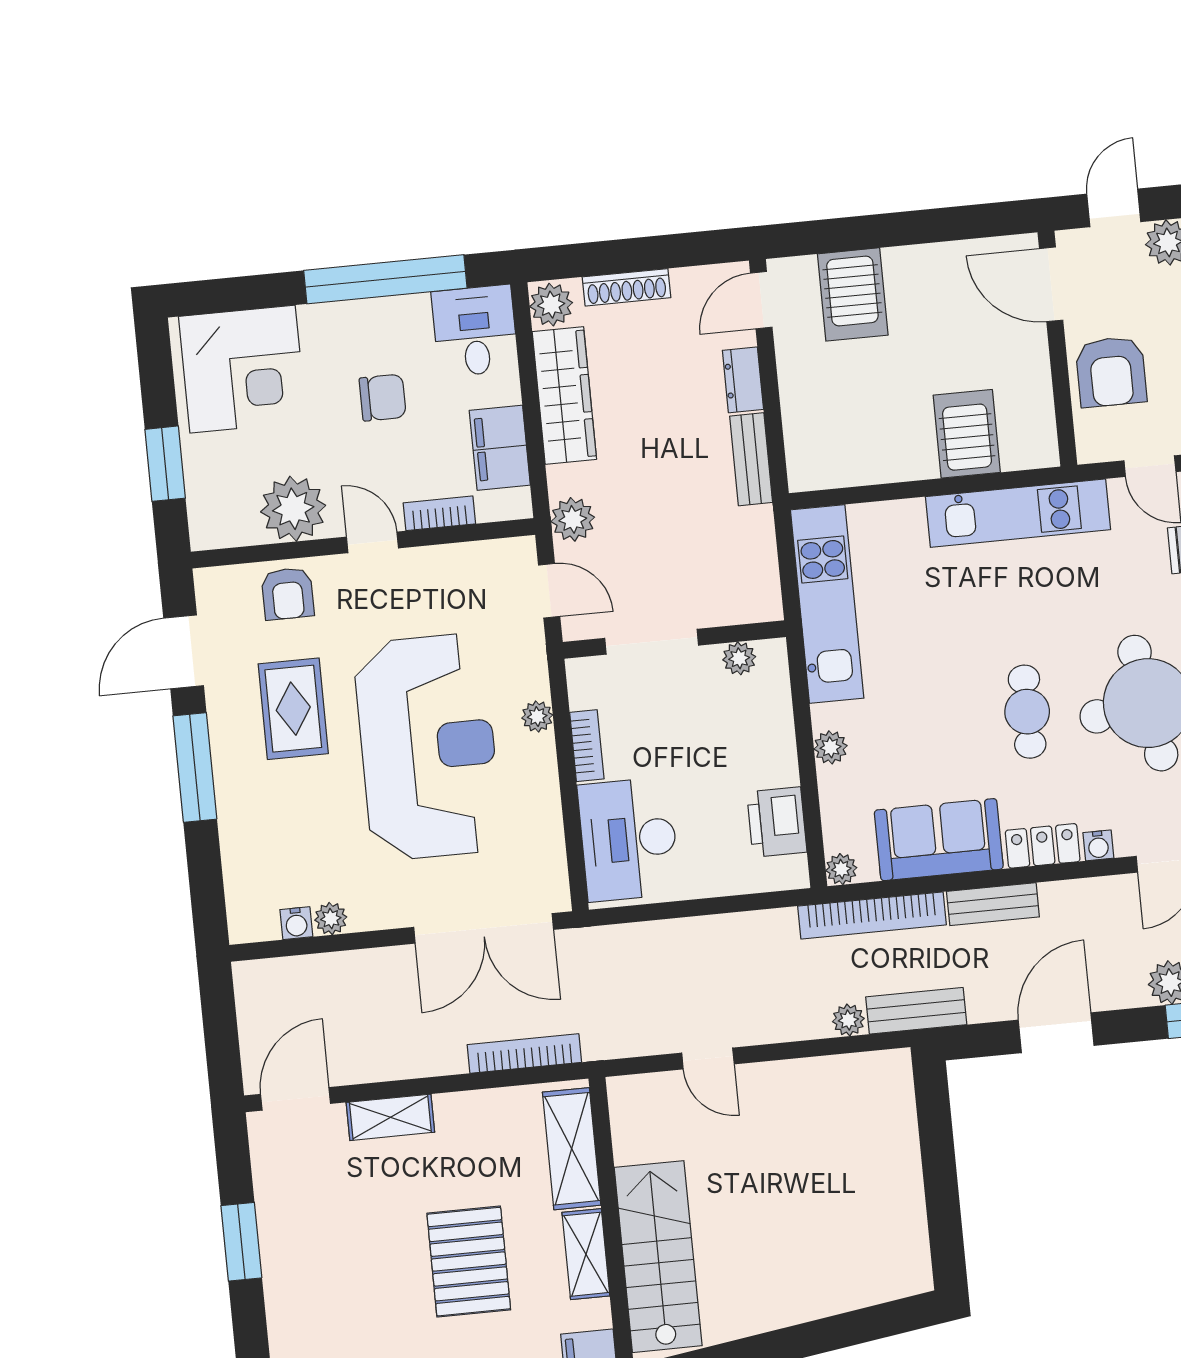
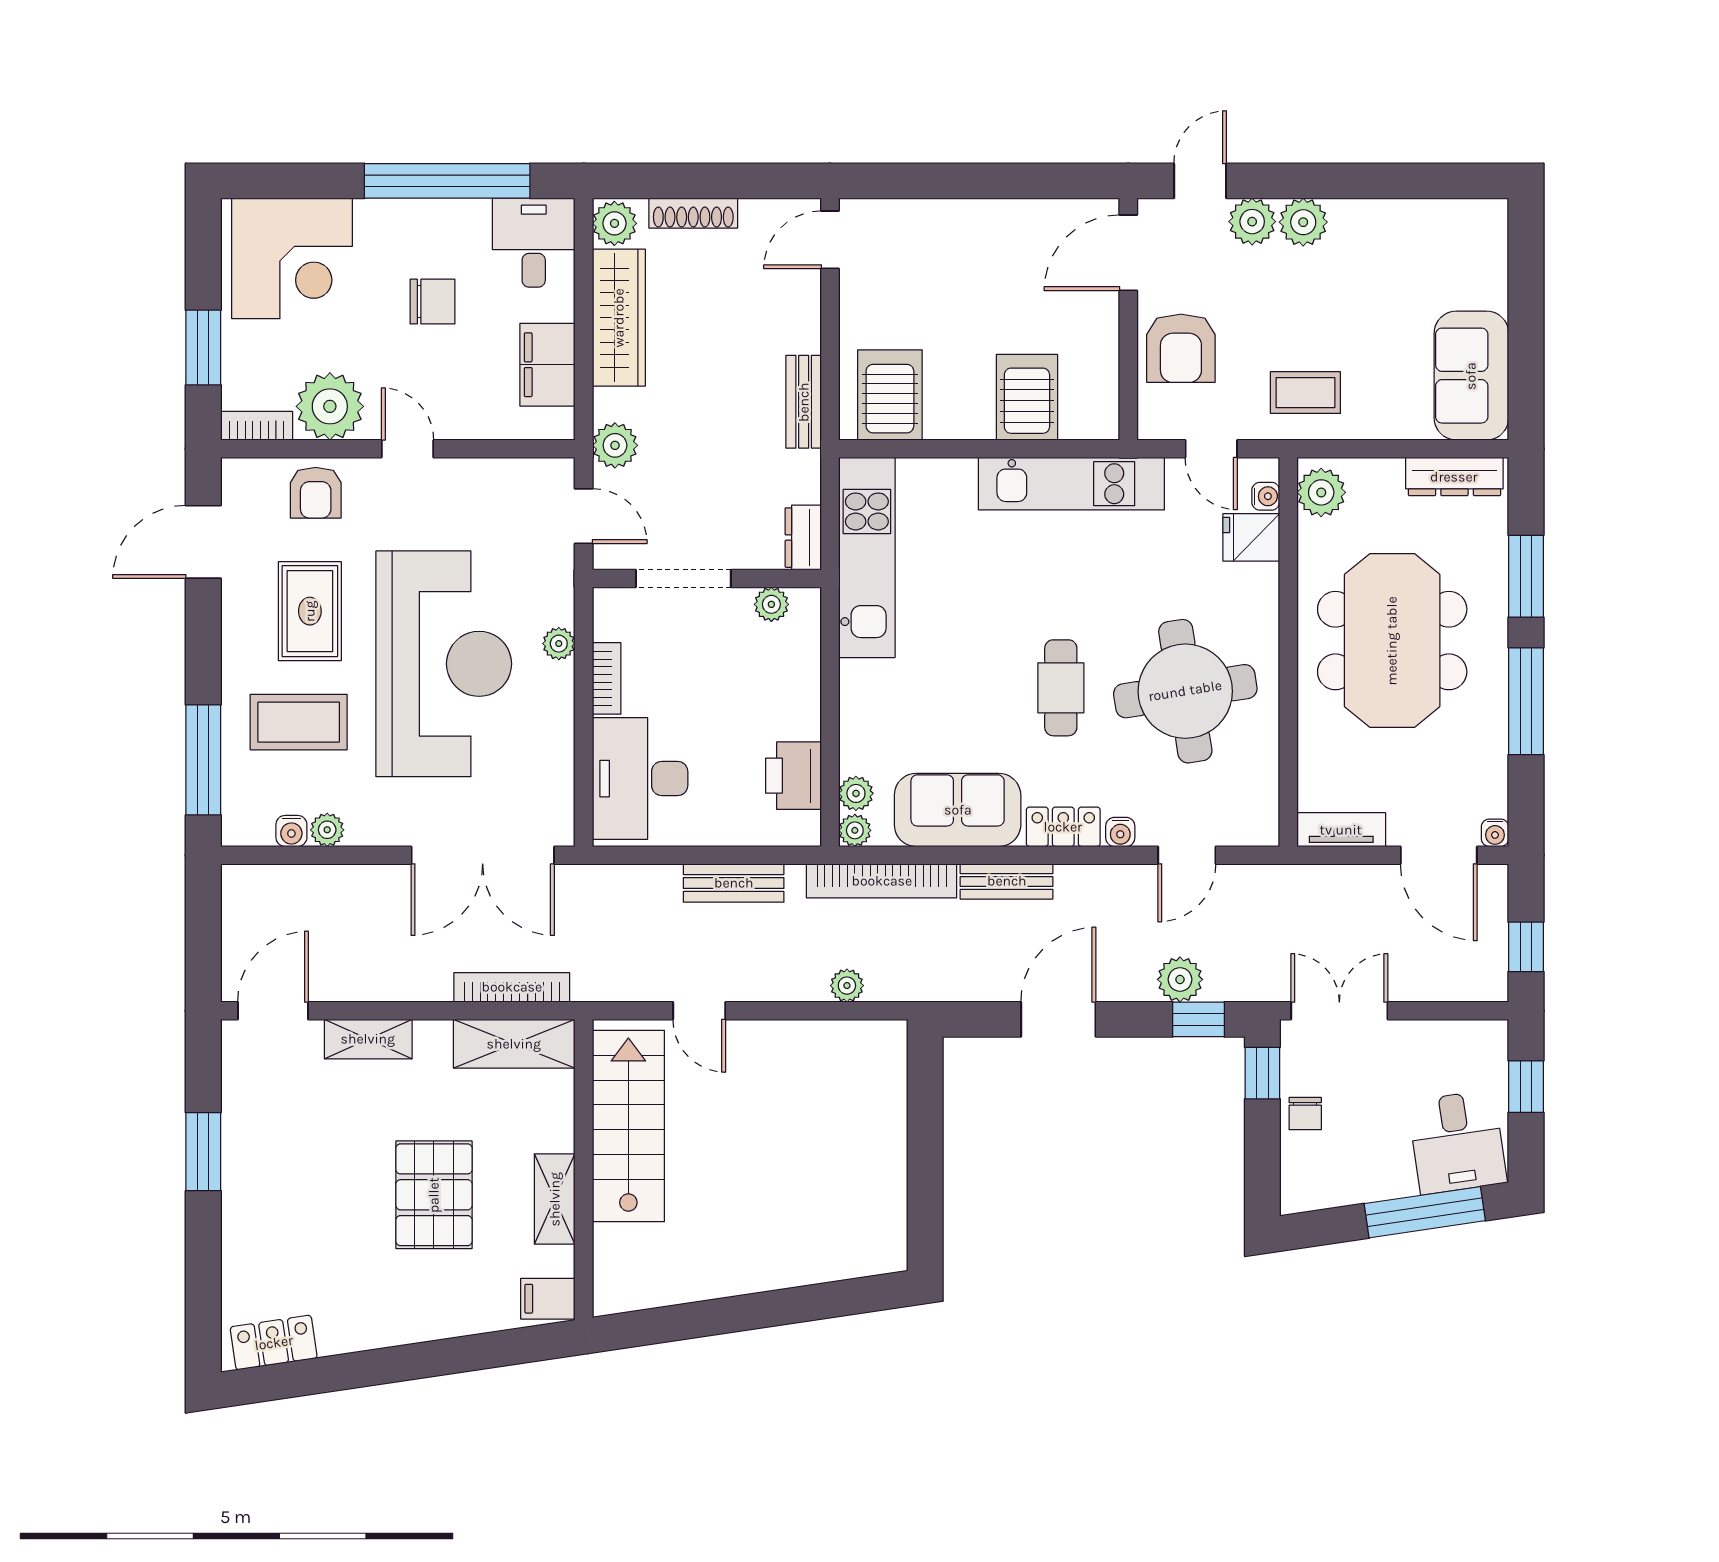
door: (1051, 284) -> (1128, 253), hinge flipped
server rack: (853, 294) -> (890, 395), moved, turned 180
dresser: (743, 380) -> (803, 538), moved
bookcase: (439, 513) -> (257, 426), moved
plant: (831, 747) -> (856, 793), moved
window: (195, 767) -> (203, 760), moved
coffee table: (293, 817) -> (299, 722), added
bench: (916, 1011) -> (734, 883), moved
shelving: (572, 1149) -> (514, 1044), moved, turned 90
stairs: (658, 1257) -> (628, 1126), moved

